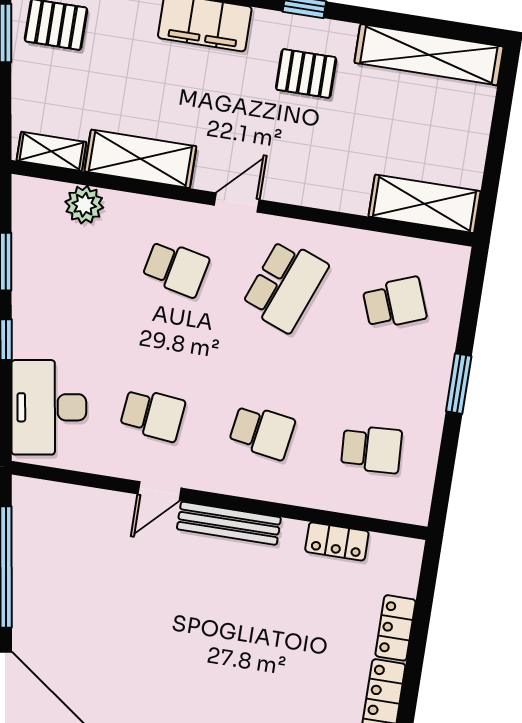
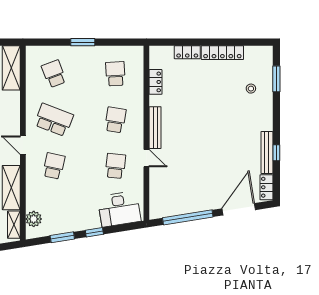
plant: (84, 205) -> (34, 219), moved

